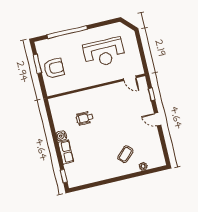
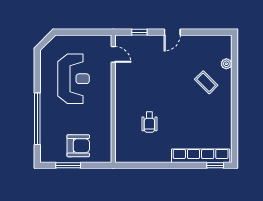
armchair: (54, 68) -> (78, 146), turned 90
door: (130, 78) -> (113, 54), hinge flipped
water cooler: (61, 136) -> (165, 156), removed
row of seats: (66, 152) -> (201, 156), width x2.02

